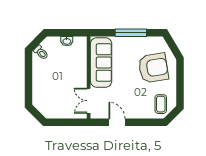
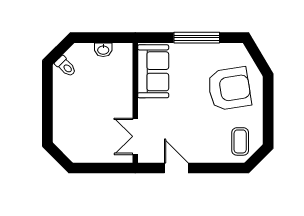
sofa: (101, 62) -> (153, 71), width x0.73

